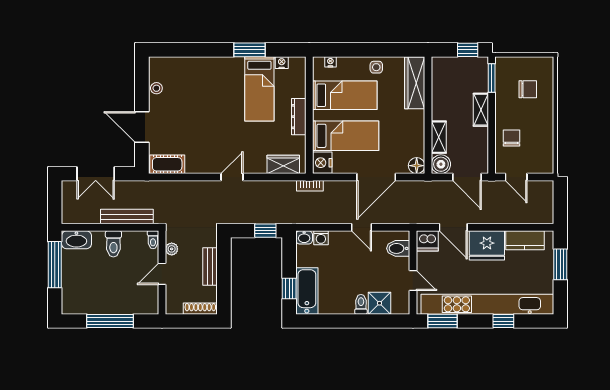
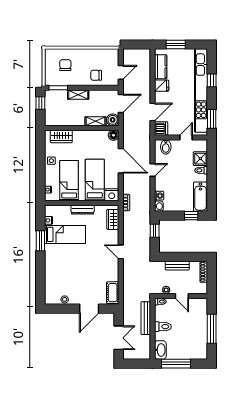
wardrobe: (415, 83) -> (61, 136), width x0.67
fridge: (487, 245) -> (162, 86), width x0.53, depth x0.75
bathtub: (307, 291) -> (200, 197), moved, turned -90

